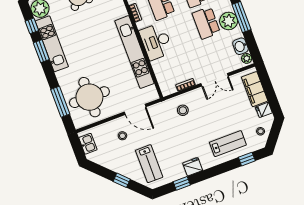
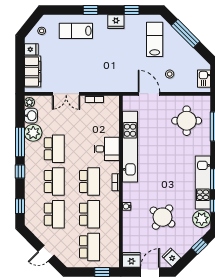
plant: (229, 21) -> (33, 133), moved
desk: (156, 42) -> (107, 149), width x0.73
double door: (215, 80) -> (66, 94), swing flipped
round table: (89, 97) -> (187, 121), width x0.73, depth x0.73
stool: (183, 110) -> (106, 77), removed
window: (247, 159) -> (90, 10), moved
window: (122, 180) -> (186, 34), width x2.17

